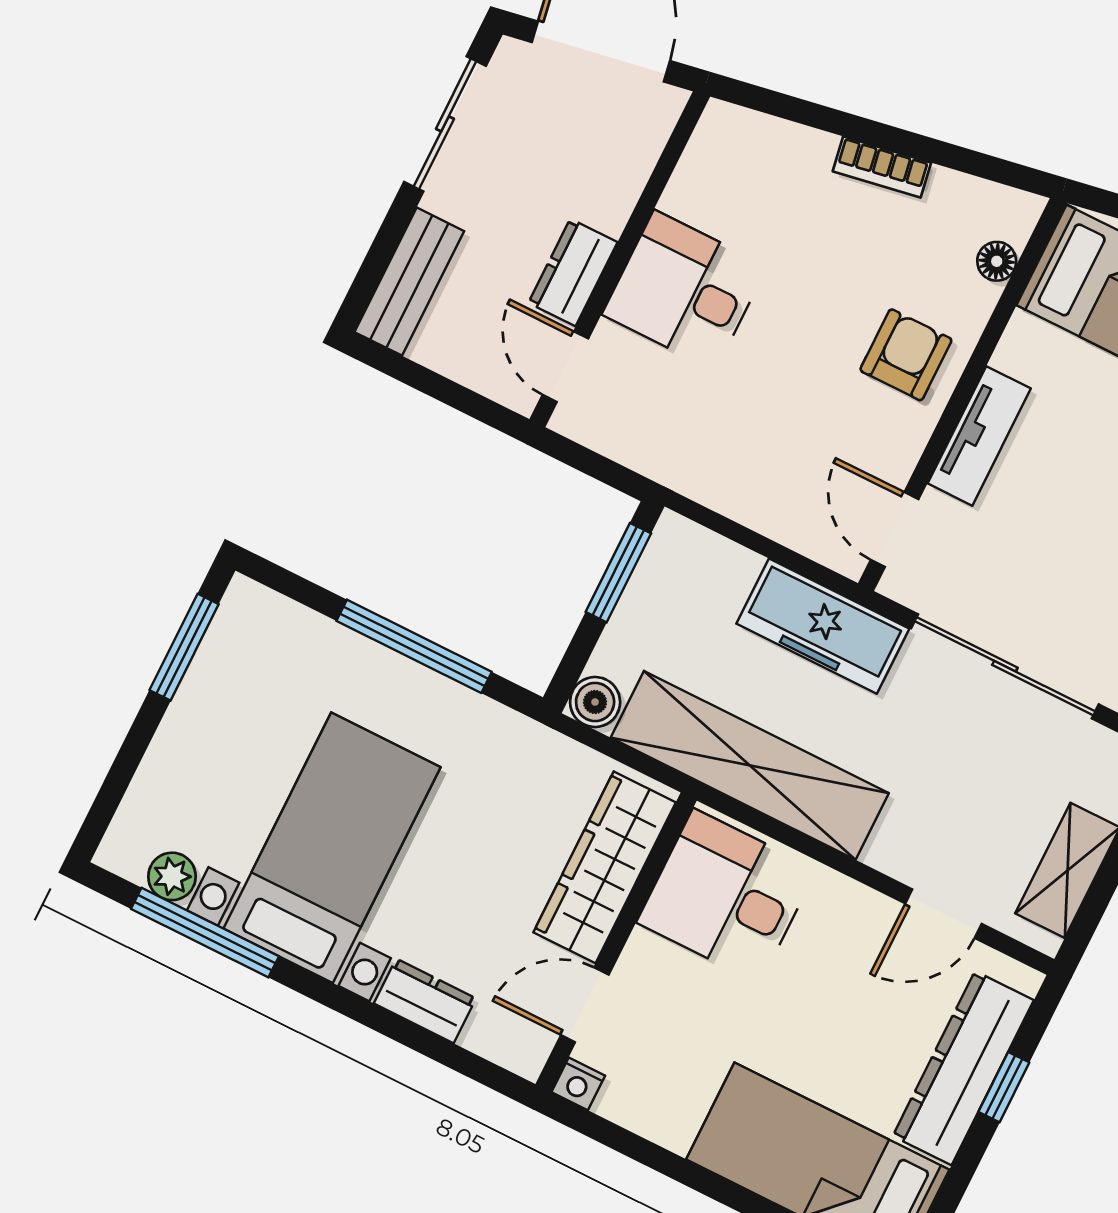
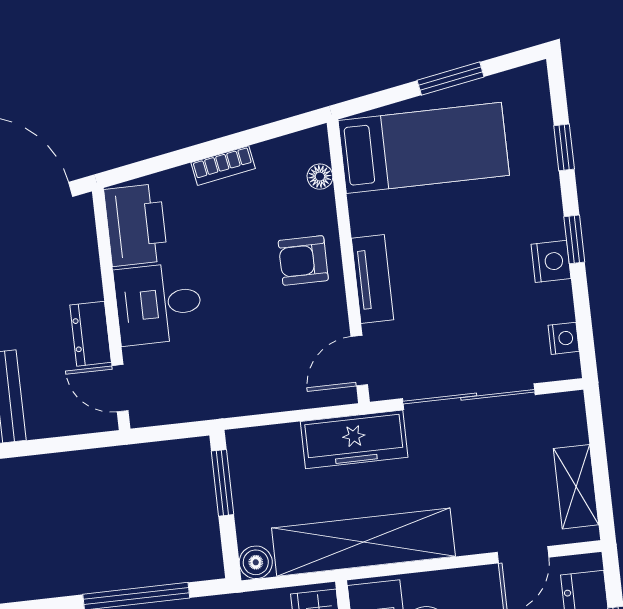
printer: (721, 171) -> (136, 225), added
armchair: (906, 355) -> (303, 260), turned -90
door: (895, 529) -> (359, 361), hinge flipped

